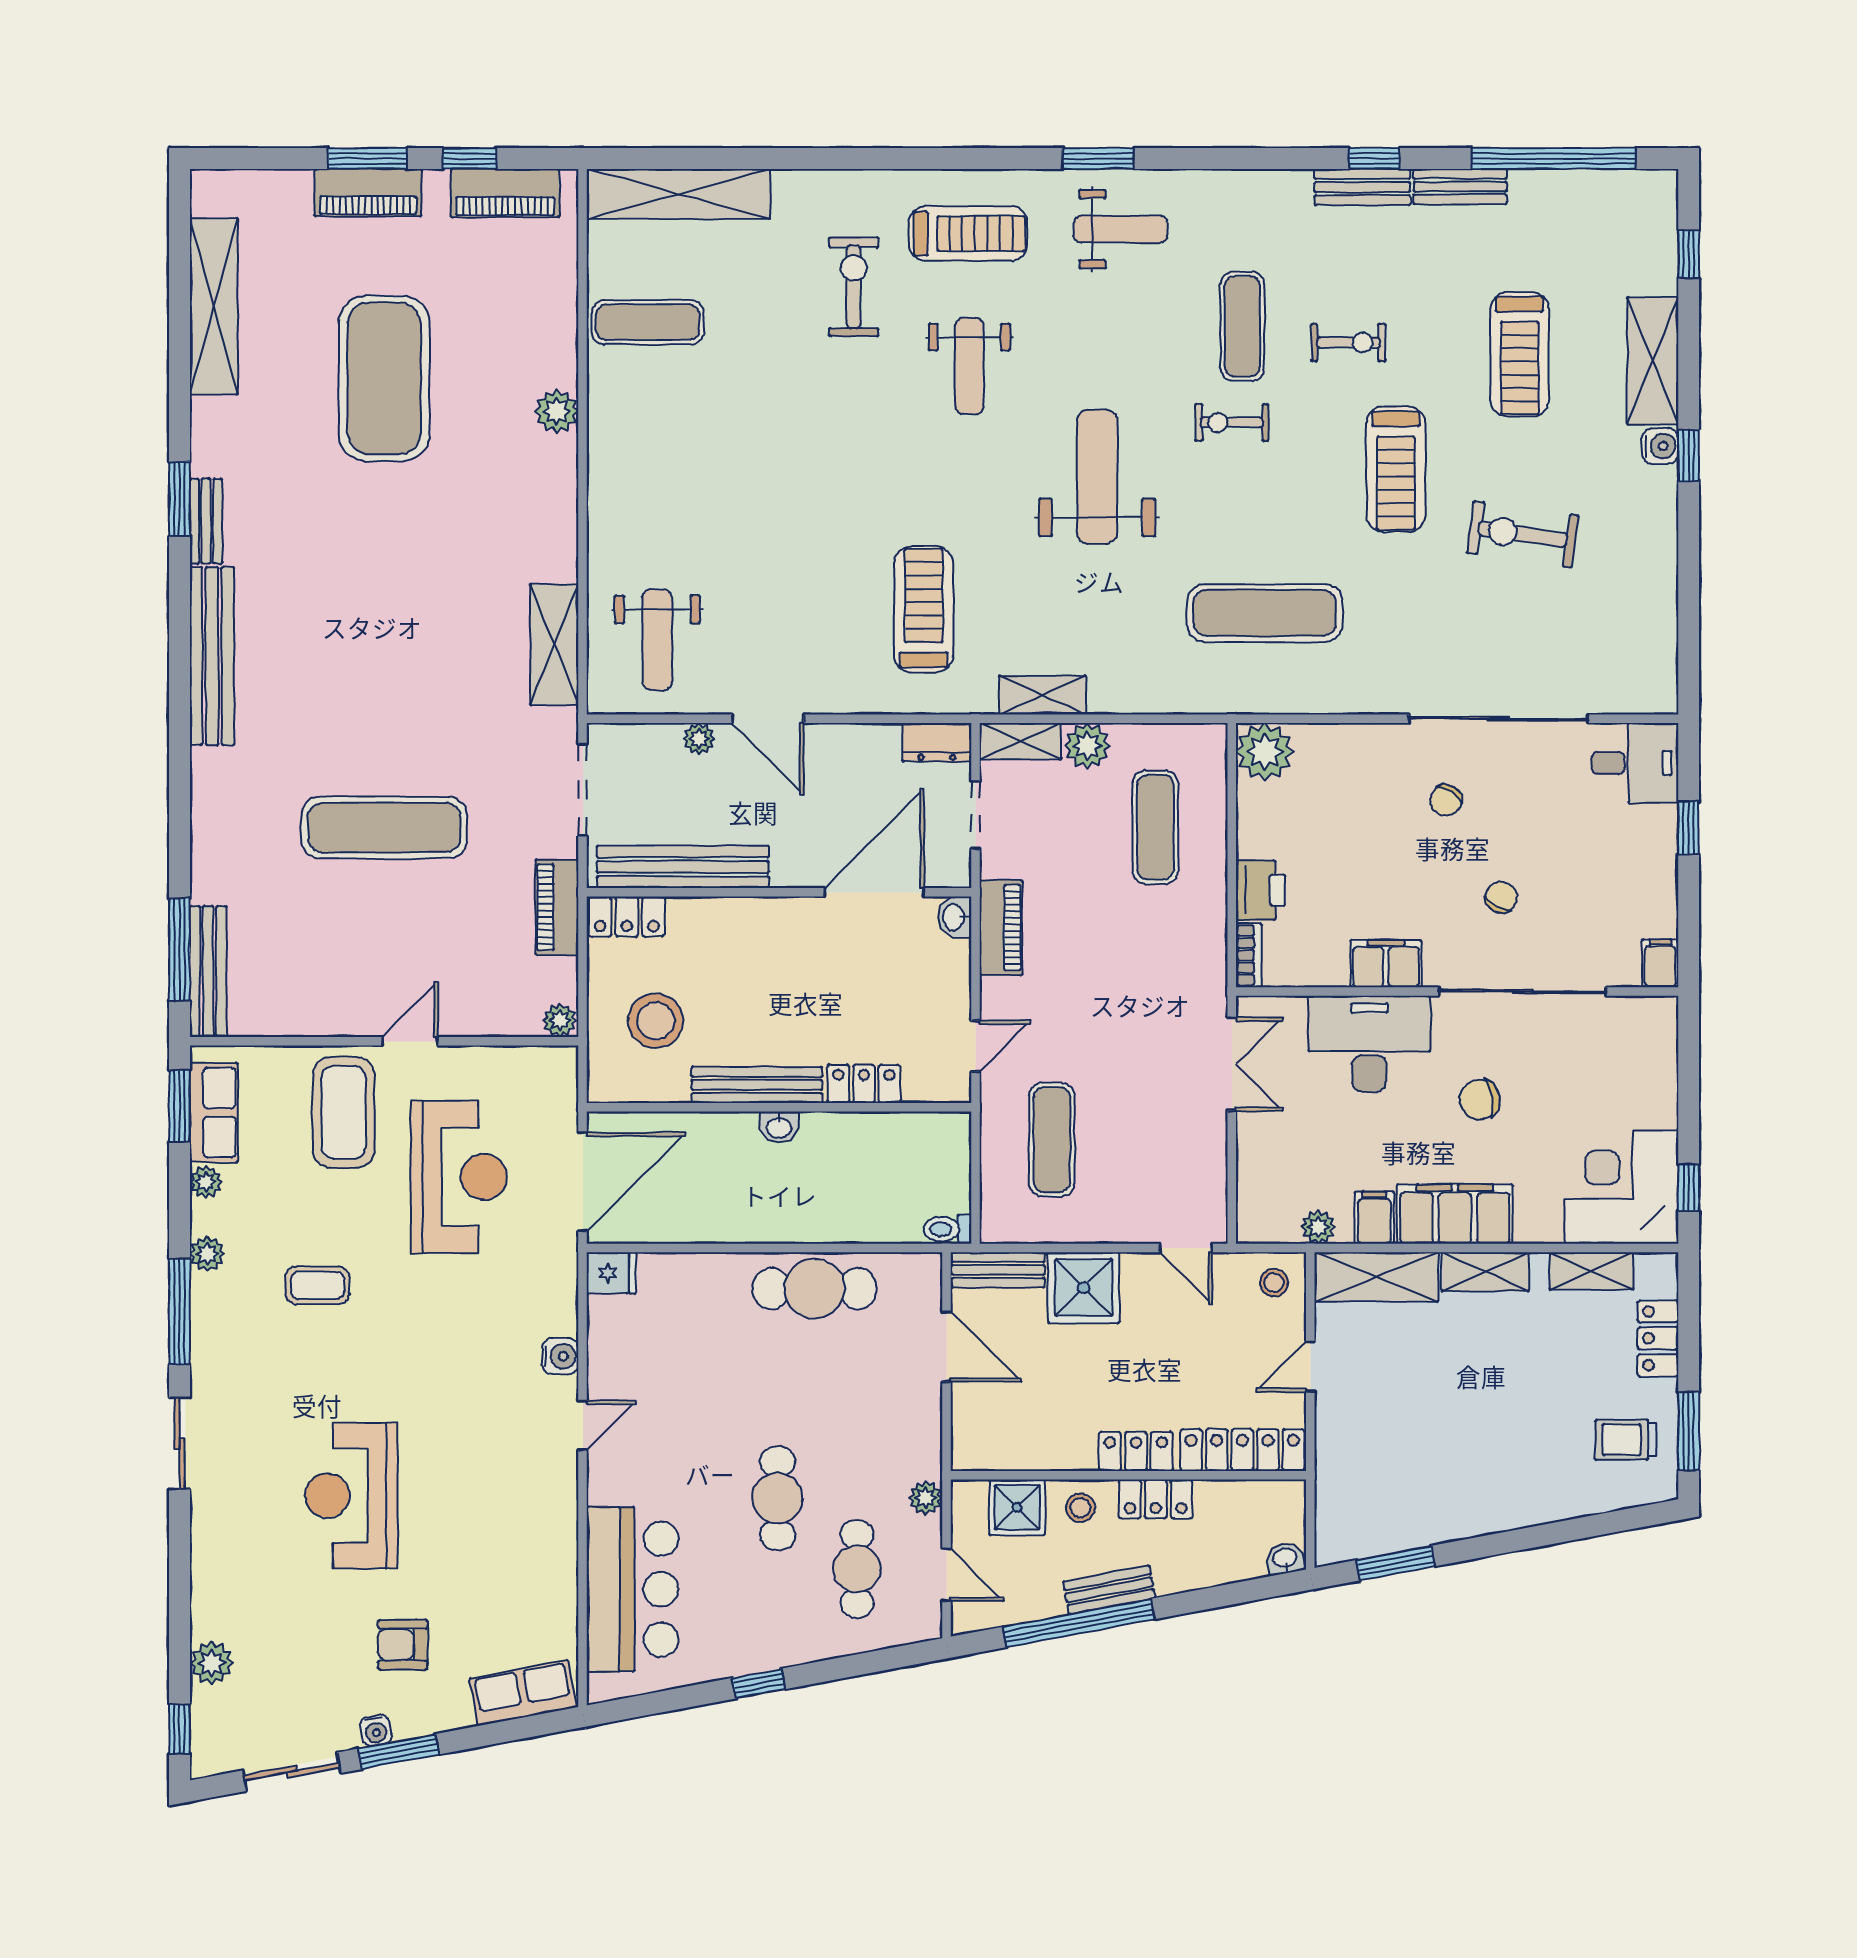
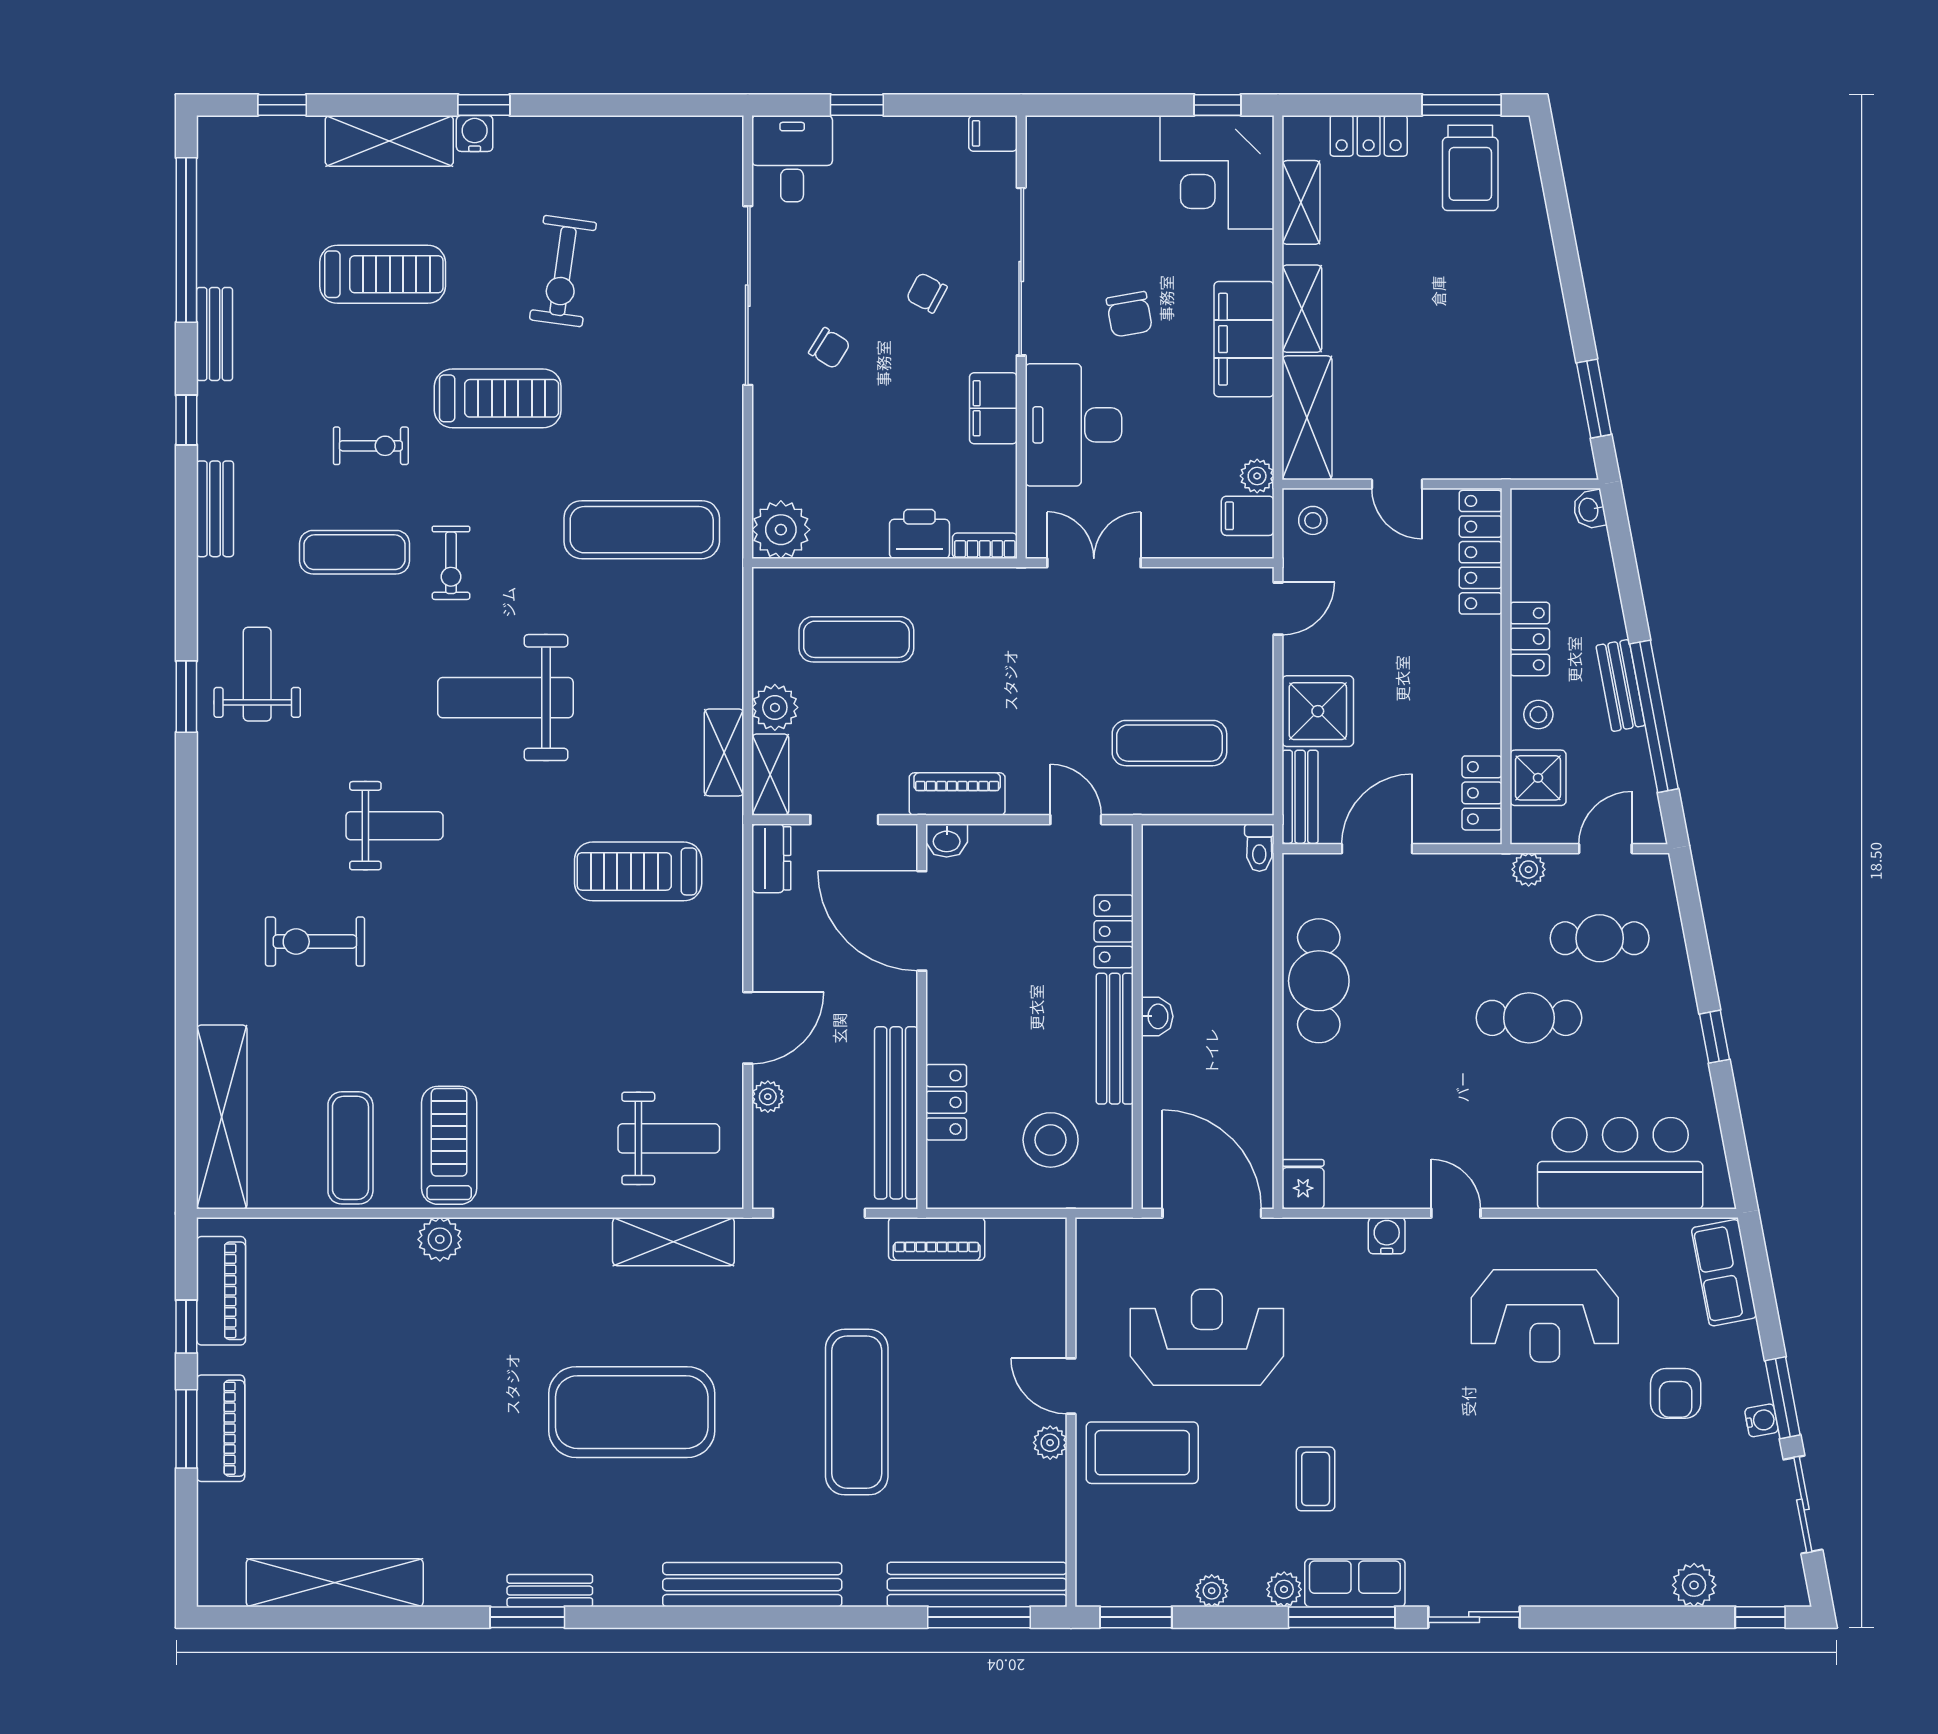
bench: (1362, 187) -> (215, 509), moved
treadmill: (968, 234) -> (449, 1145), moved
exercise bike: (1348, 343) -> (371, 446), turned 90
exercise mat: (384, 378) -> (632, 1412), moved
exercise mat: (1265, 613) -> (642, 530), turned 90
bench: (212, 656) -> (752, 1585), moved
locker: (627, 917) -> (946, 1102), moved
bench: (208, 972) -> (977, 1584), width x1.37, depth x1.21
plant: (560, 1020) -> (1050, 1443), moved
row of seats: (214, 1112) -> (1355, 1583), moved
filing cabinet: (1374, 1218) -> (1248, 516), moved
trolley: (1626, 1440) -> (1470, 168), width x1.36, depth x1.39
locker: (1136, 1451) -> (1482, 793), moved
reception desk: (351, 1496) -> (1545, 1316), moved

